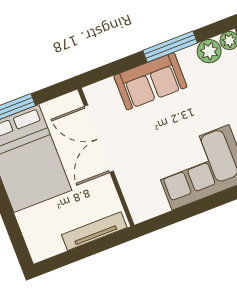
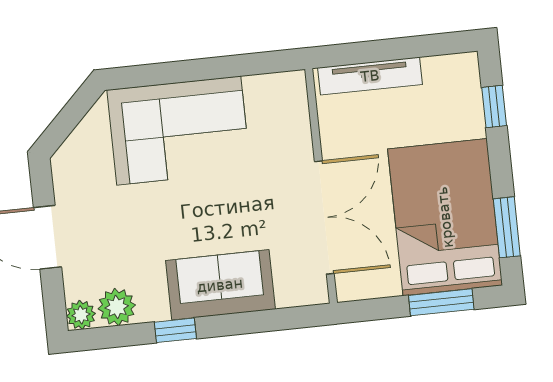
window: (170, 47) -> (175, 330), width x0.46
window: (15, 233) -> (494, 107), added

